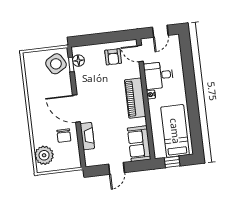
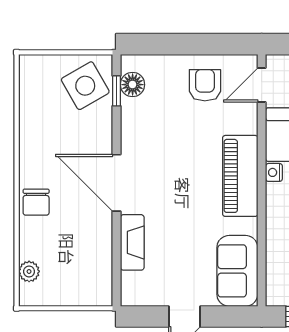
door: (140, 53) -> (262, 85), hinge flipped
armchair: (113, 57) -> (205, 85), turned 180
chair: (64, 136) -> (36, 202), moved
plant: (44, 155) -> (29, 271), width x0.53, depth x0.53

